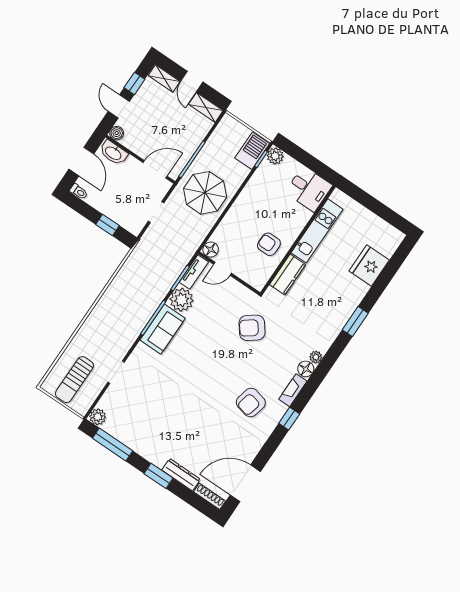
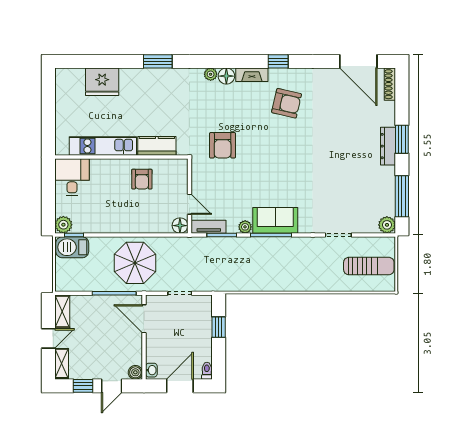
washbasin: (113, 153) -> (151, 370), width x0.52, depth x0.69
plant: (182, 300) -> (245, 227), width x0.53, depth x0.53
armchair: (252, 328) -> (223, 145), turned 37
dresser: (181, 475) -> (388, 146), moved

